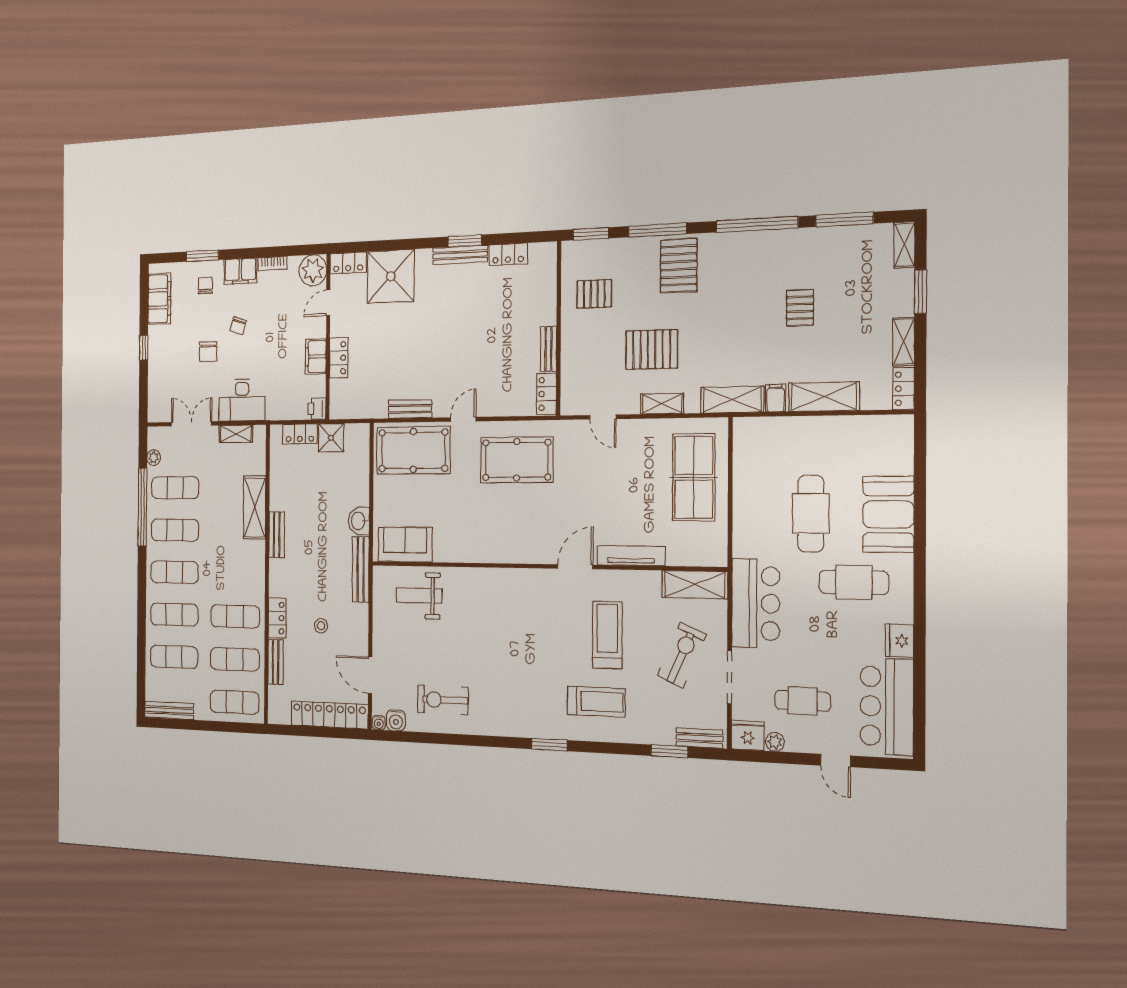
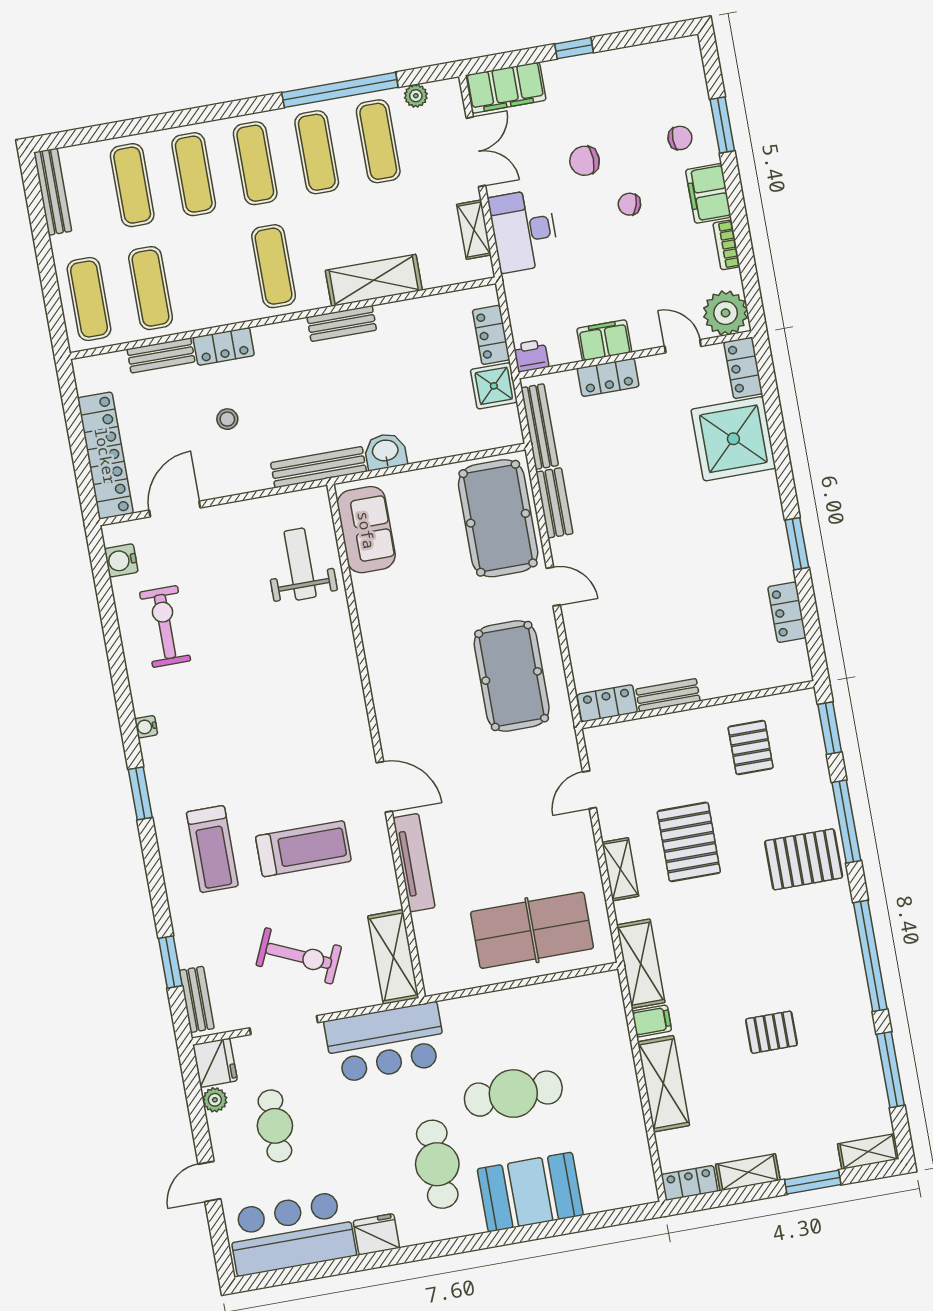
bench: (460, 255) -> (540, 427), moved
filing cabinet: (159, 299) -> (506, 88), moved
exercise mat: (235, 616) -> (274, 266), moved
water cooler: (379, 723) -> (146, 727), moved

